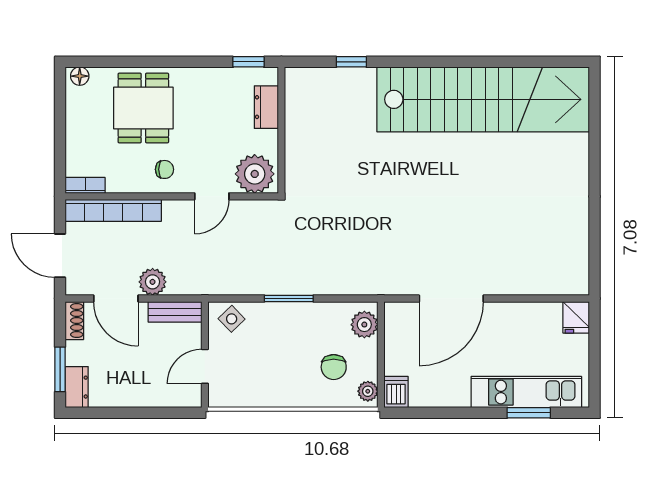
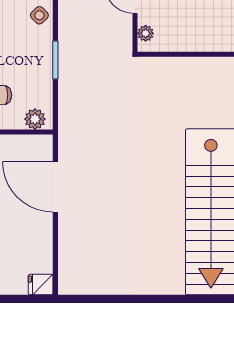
dresser: (266, 107) -> (205, 42), removed
plant: (255, 174) -> (146, 33), width x0.53, depth x0.53

